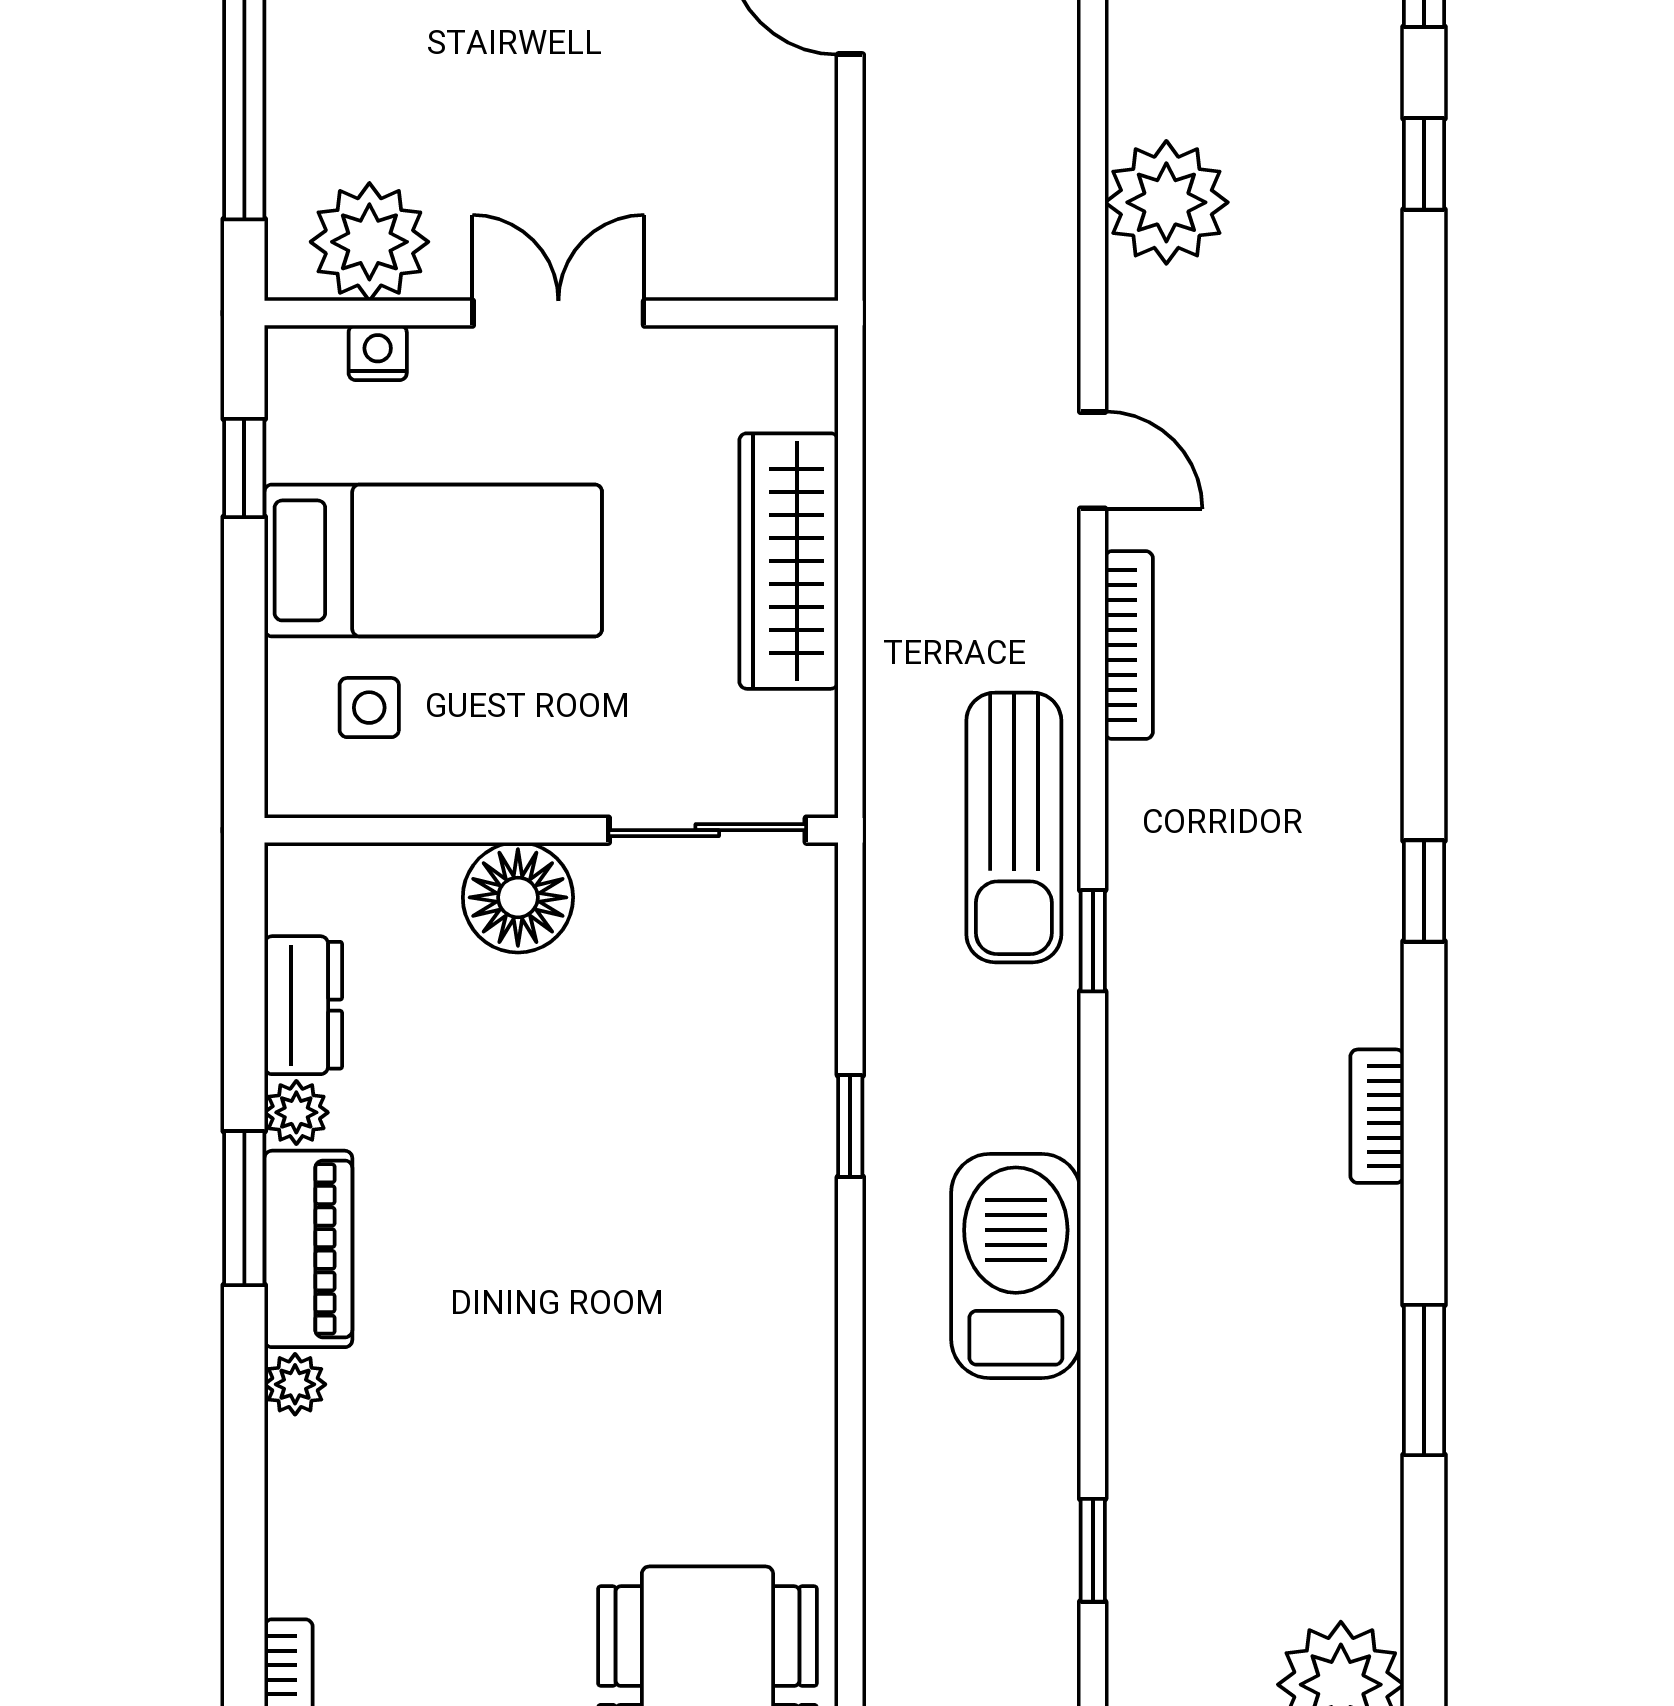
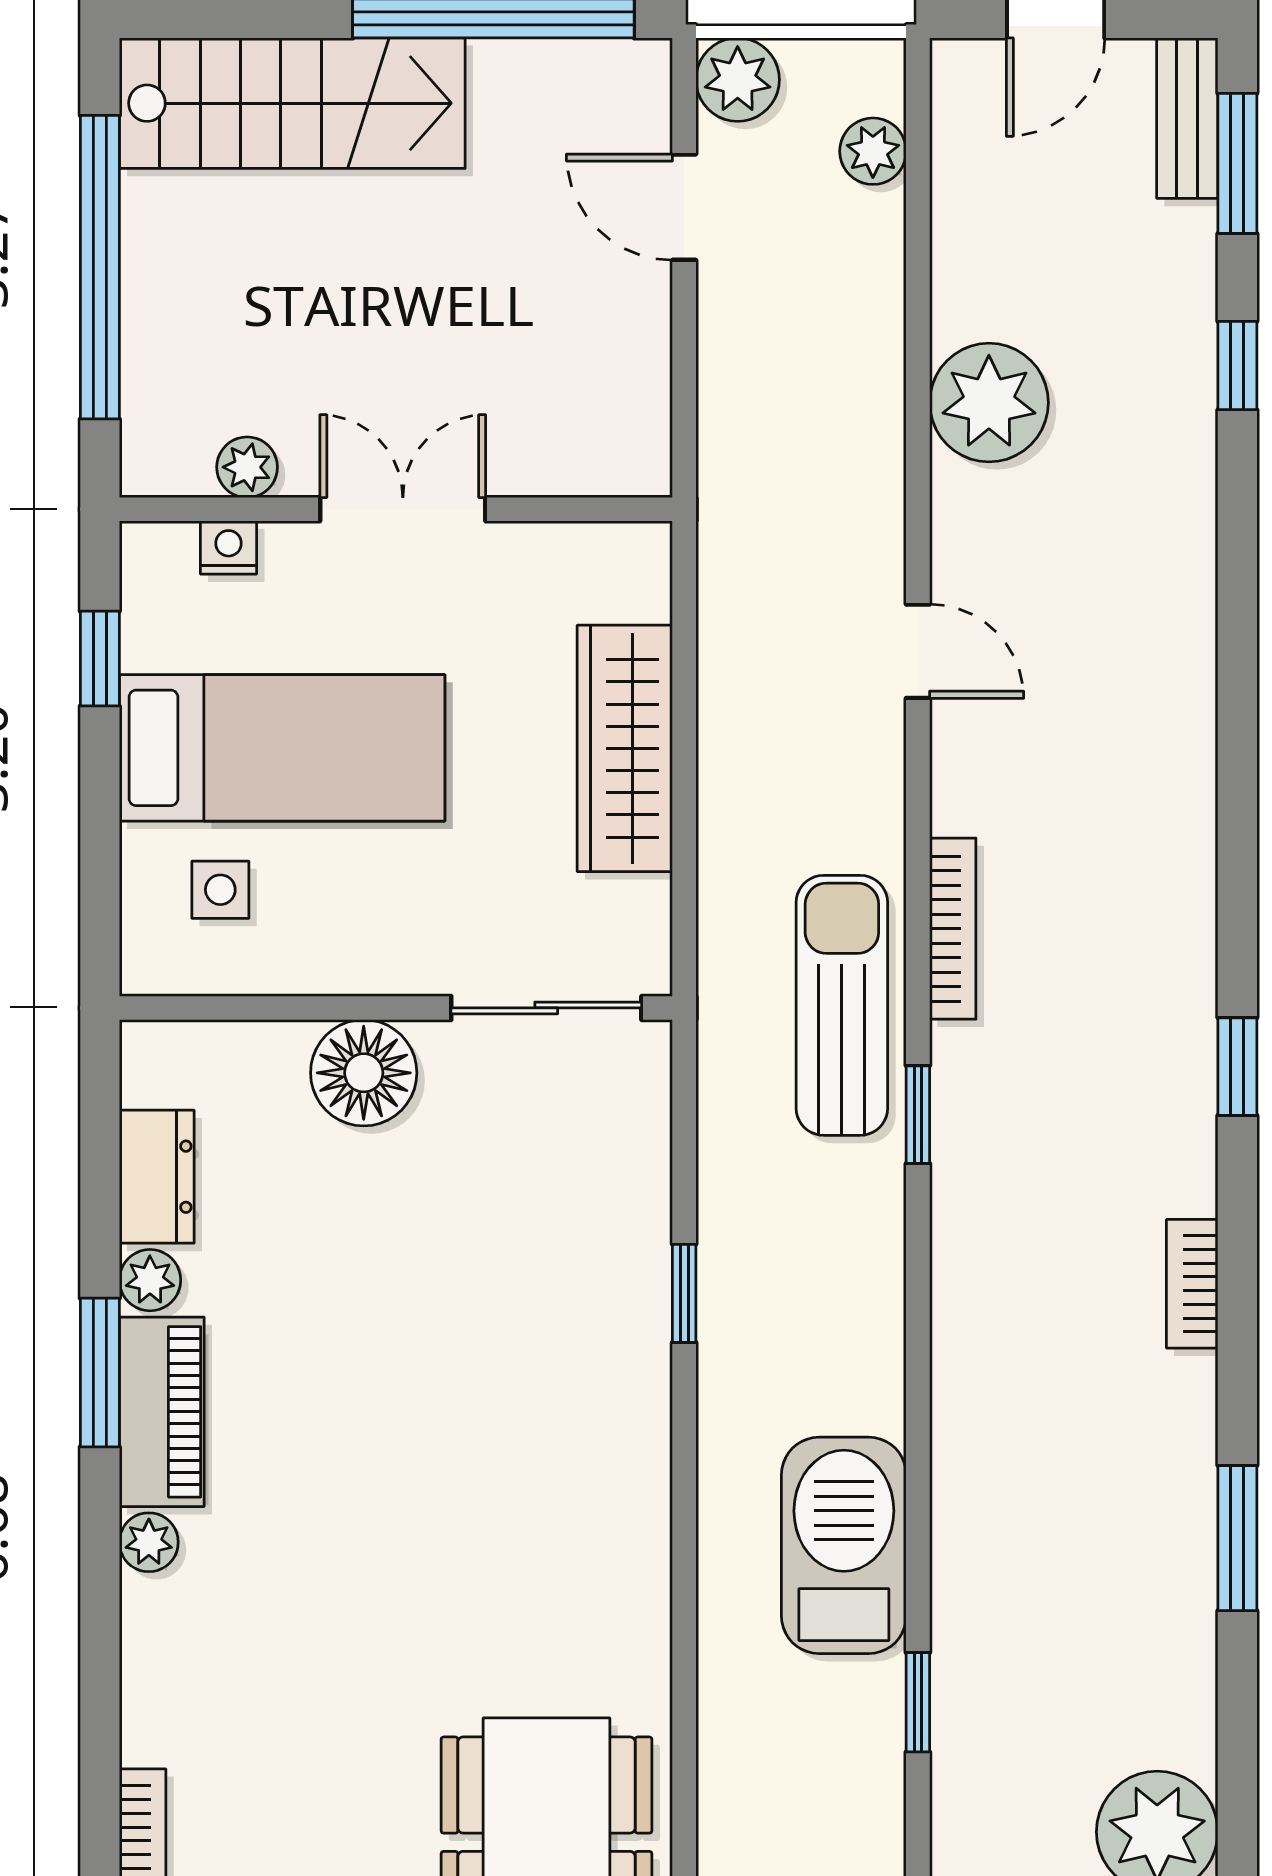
plant: (369, 242) -> (247, 467), width x0.53, depth x0.53
bookcase: (1129, 645) -> (953, 929), moved
sun lounger: (1014, 827) -> (842, 1005), turned 180
barbecue: (1016, 1266) -> (844, 1545), moved

